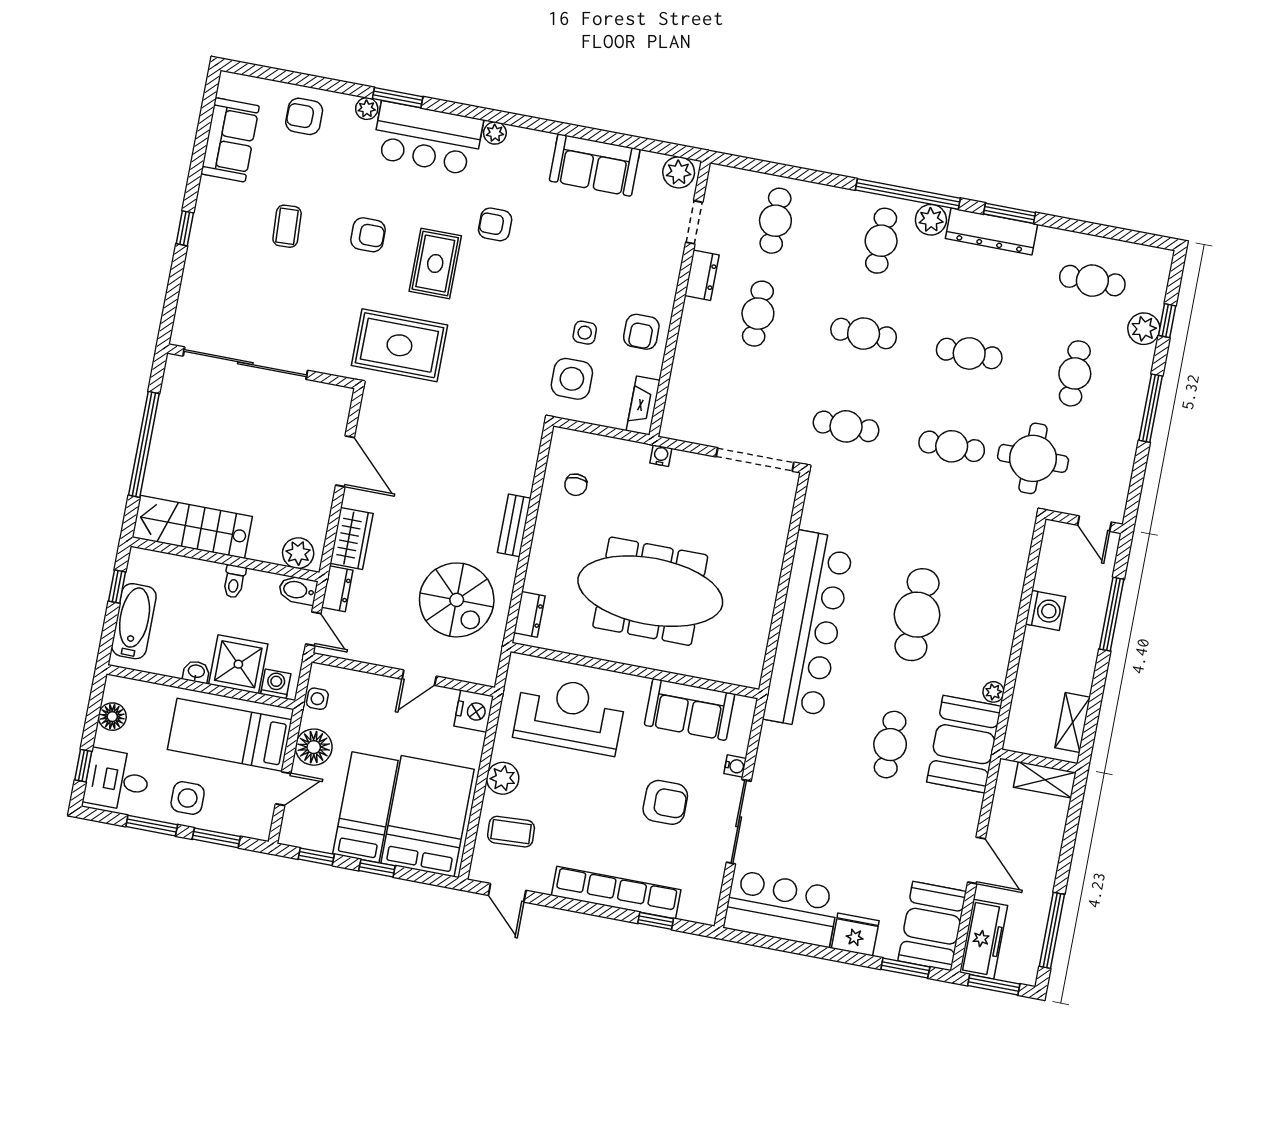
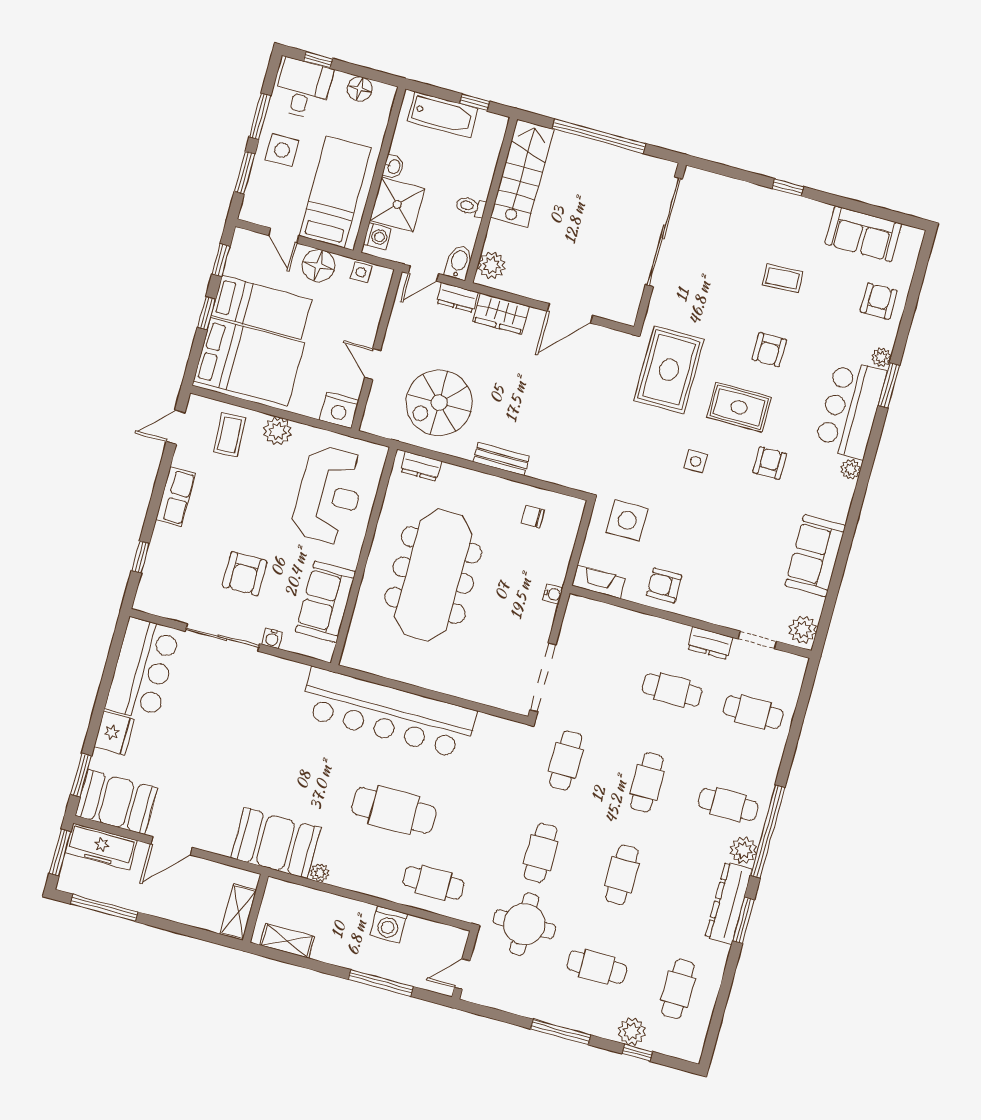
side table: (585, 333) -> (696, 461), moved
cafe table: (890, 745) -> (433, 883), moved
row of seats: (616, 893) -> (176, 497), width x0.50

